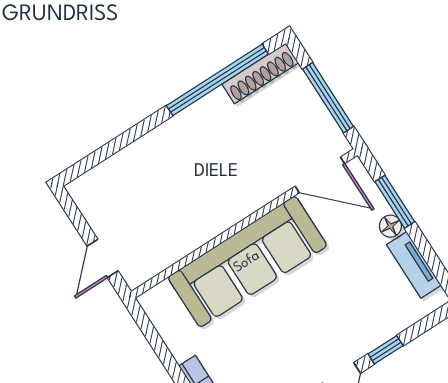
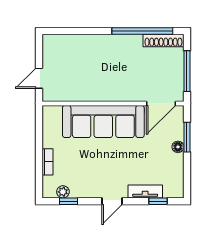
door: (320, 175) -> (161, 103), hinge flipped
tv unit: (414, 265) -> (145, 191), moved, turned 90
window: (386, 350) -> (158, 201), moved

